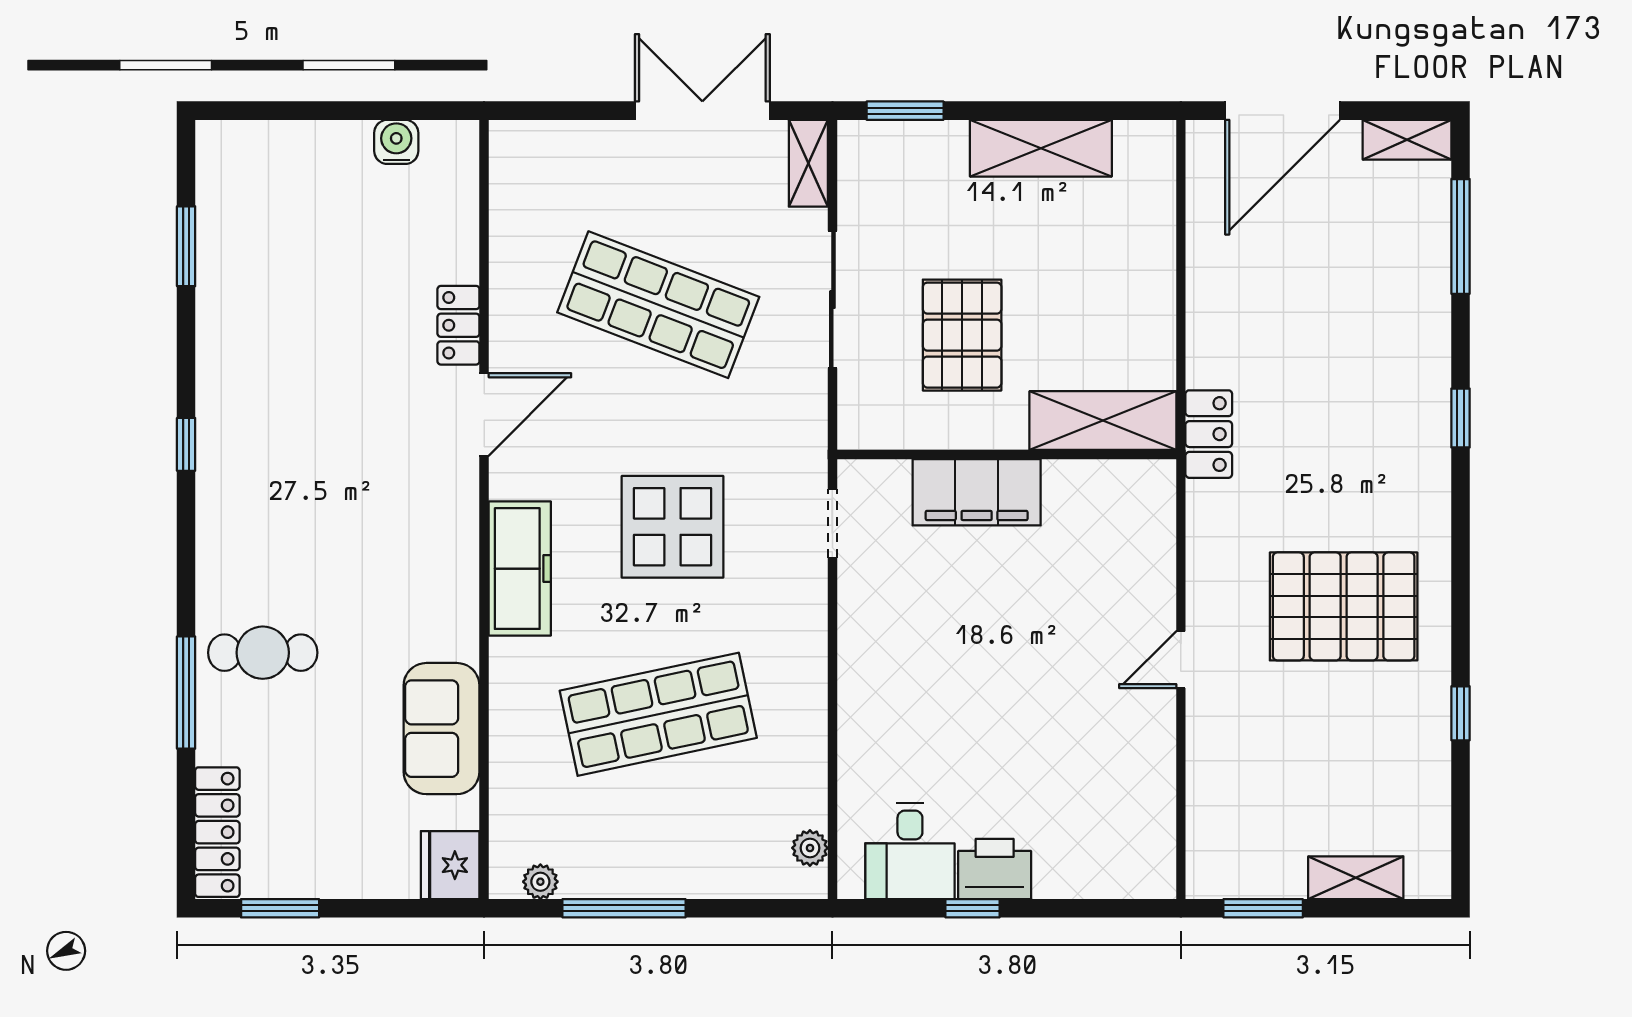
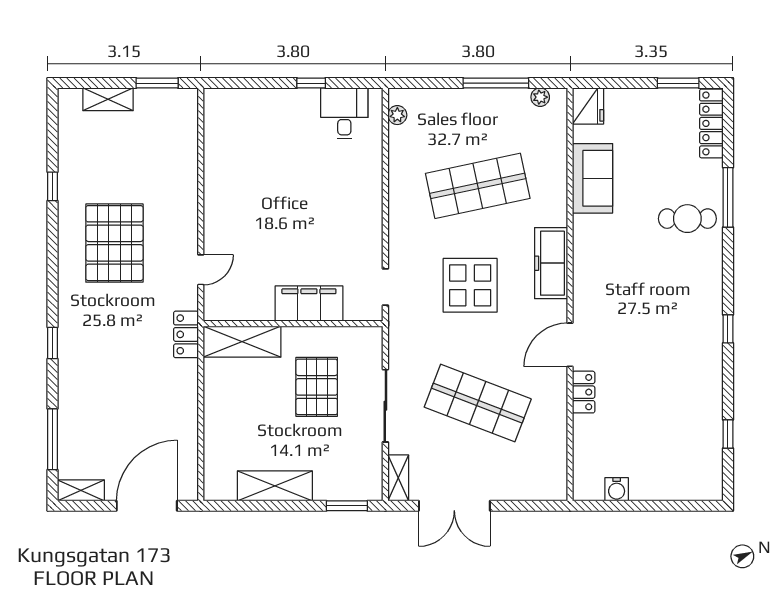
window: (186, 246) -> (728, 434), width x0.67
pallet: (1344, 606) -> (114, 243), turned 90
door: (1181, 660) -> (201, 270), moved
printer: (995, 869) -> (299, 104), removed

